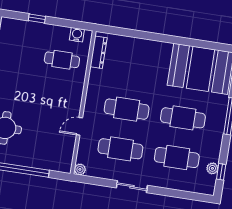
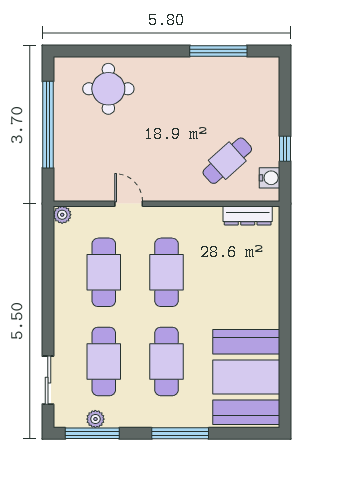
window: (37, 18) -> (285, 149), moved
cafe table: (62, 60) -> (227, 161), turned 48
window: (221, 172) -> (92, 433), width x2.17
sliding door: (132, 187) -> (48, 380), moved

